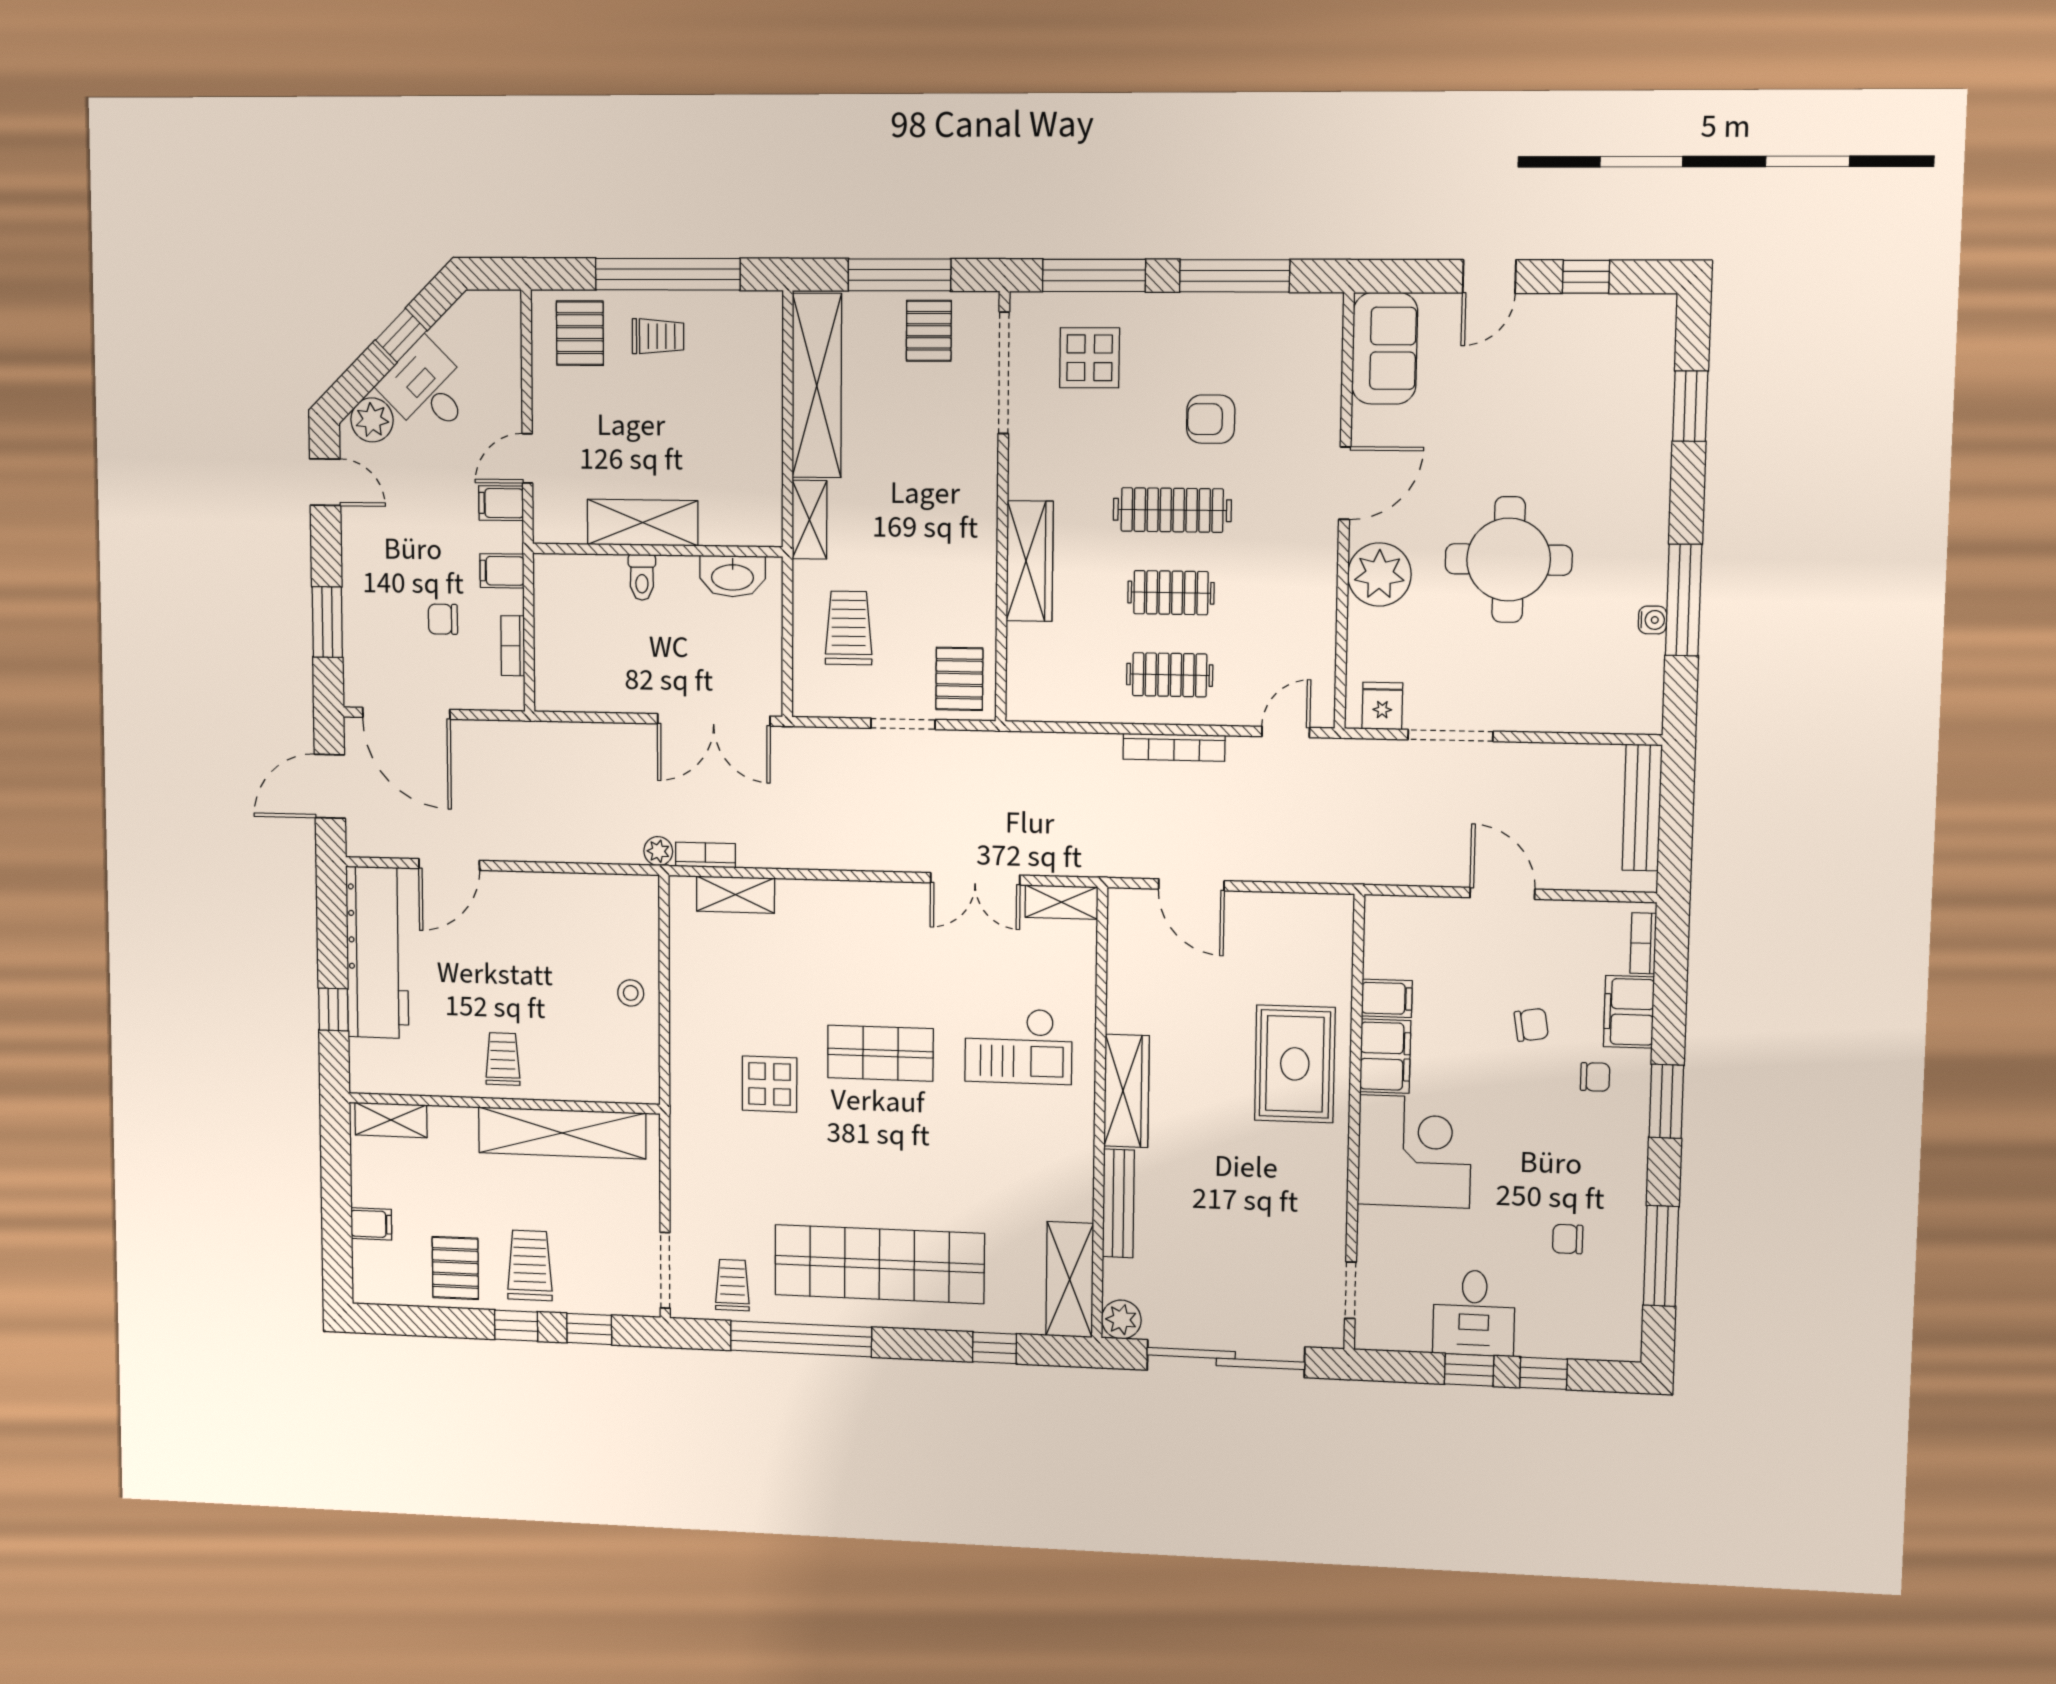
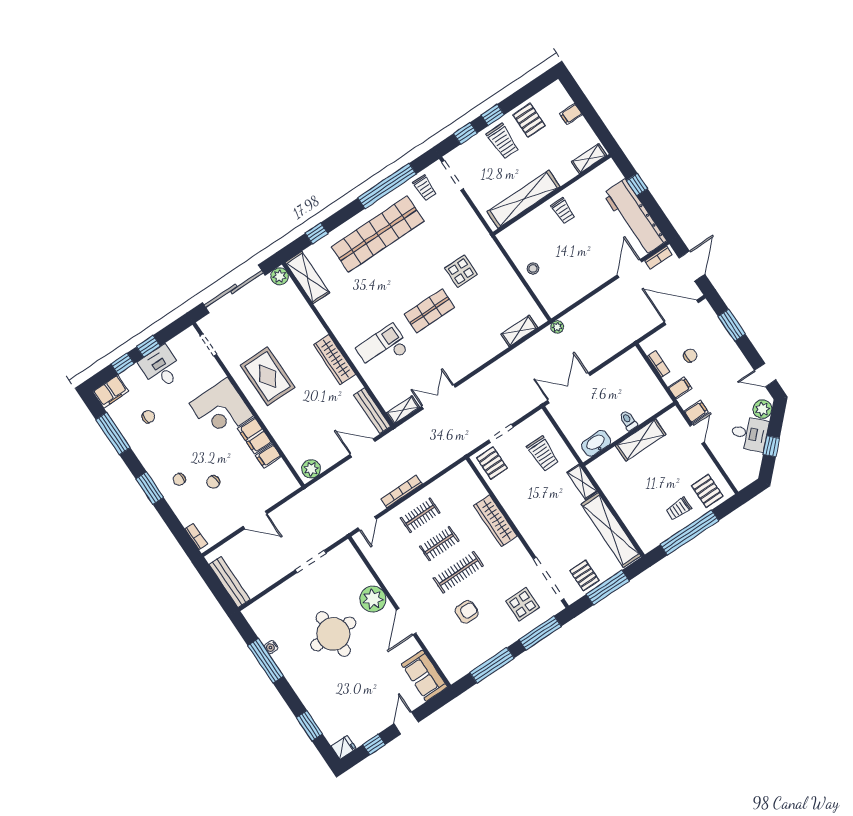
fridge: (1382, 706) -> (344, 747), moved, turned -90
bookcase: (705, 855) -> (658, 258), moved
plant: (1320, 915) -> (311, 469), added
filing cabinet: (1629, 1012) -> (111, 392), moved, turned 90
rug: (1295, 1064) -> (268, 376), moved
bench: (1118, 1203) -> (372, 411), moved

